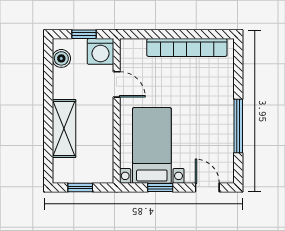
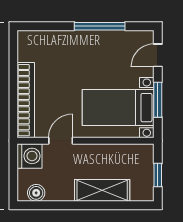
window: (84, 34) -> (13, 172), removed
bookcase: (187, 47) -> (26, 100), moved
window: (160, 188) -> (158, 100), width x1.50

